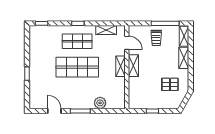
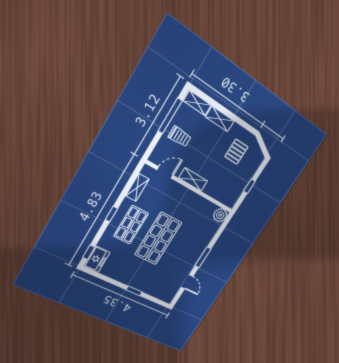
freezer: (39, 32) -> (97, 259), added
shelving: (121, 66) -> (185, 193), removed
plant: (100, 103) -> (220, 215), moved
door: (54, 111) -> (187, 282), swing flipped

